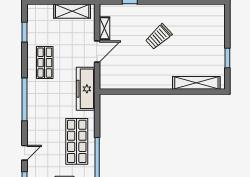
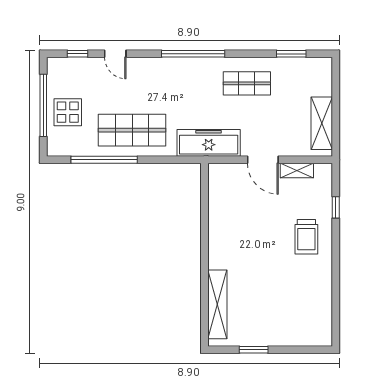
trolley: (159, 37) -> (306, 237), moved, turned -138

